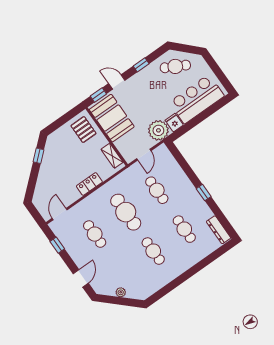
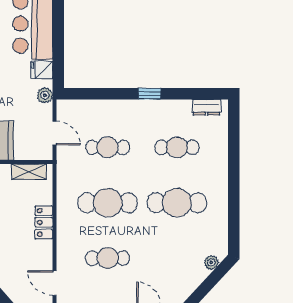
plant: (158, 130) -> (45, 95), width x0.53, depth x0.53
dresser: (219, 230) -> (206, 107), width x0.70
cafe table: (153, 251) -> (177, 203), width x1.37, depth x1.35
plant: (121, 292) -> (211, 263), moved

